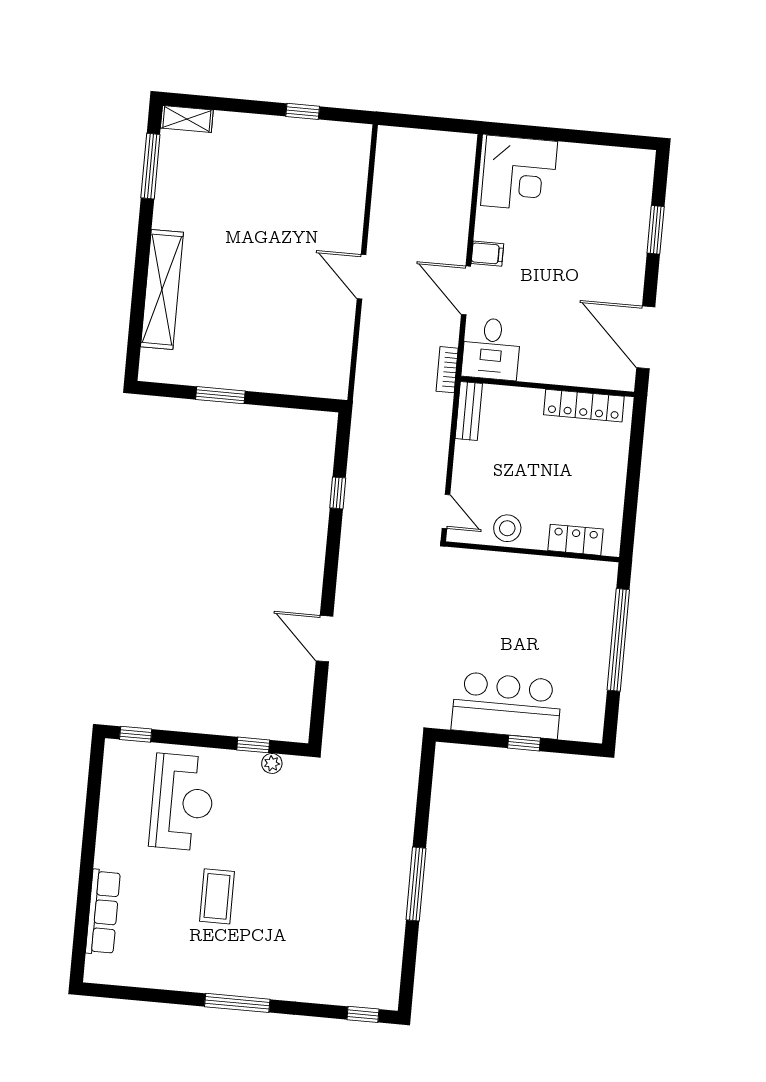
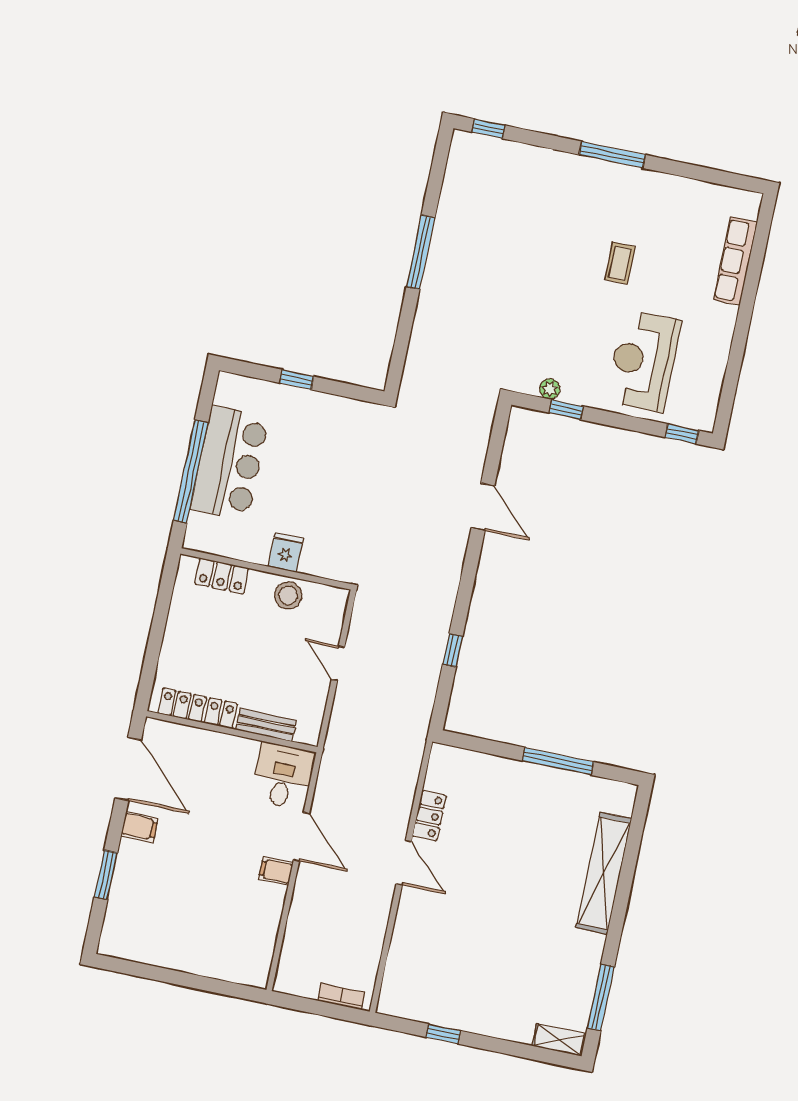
corner desk: (519, 173) -> (235, 947), removed
filing cabinet: (628, 281) -> (139, 827), added
locker: (342, 326) -> (429, 816), added
bookcase: (447, 370) -> (341, 996), moved, turned -90
window: (220, 395) -> (558, 761), width x1.44
bench: (469, 411) -> (266, 725), moved, turned 90
door: (446, 511) -> (338, 663), moved
fridge: (515, 571) -> (286, 552), added
bar counter: (507, 705) -> (230, 463), moved, turned -90
coffee table: (217, 896) -> (620, 263), width x0.73, depth x0.77

